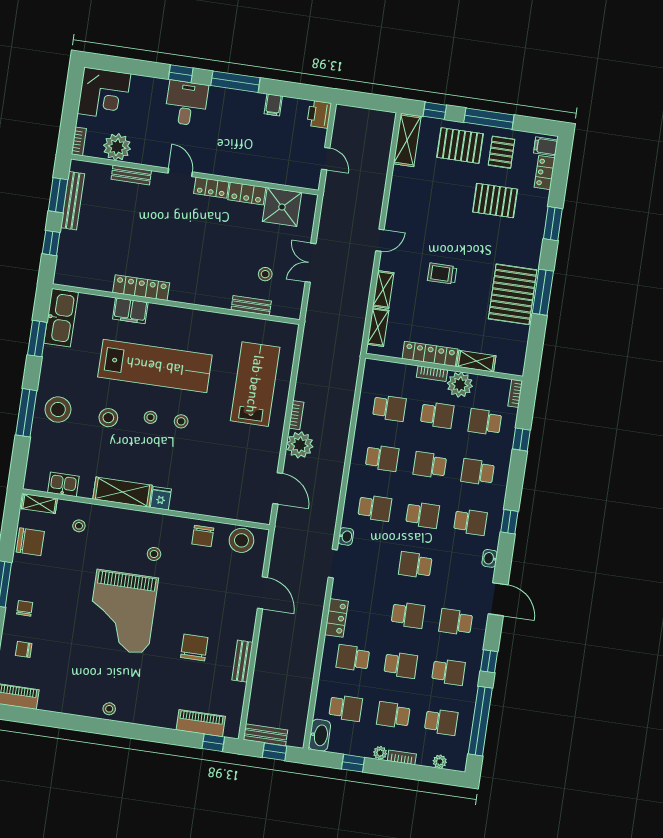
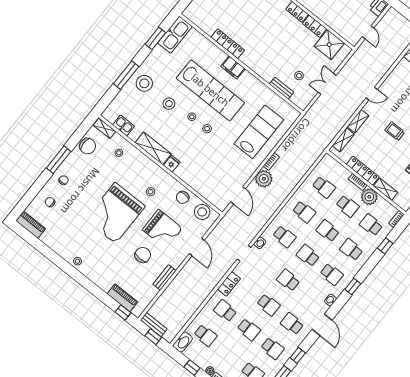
filing cabinet: (130, 311) -> (233, 67), moved
school desk: (423, 515) -> (308, 255), turned 180
grand piano: (200, 596) -> (162, 229), added
school desk: (393, 715) -> (229, 354), removed

